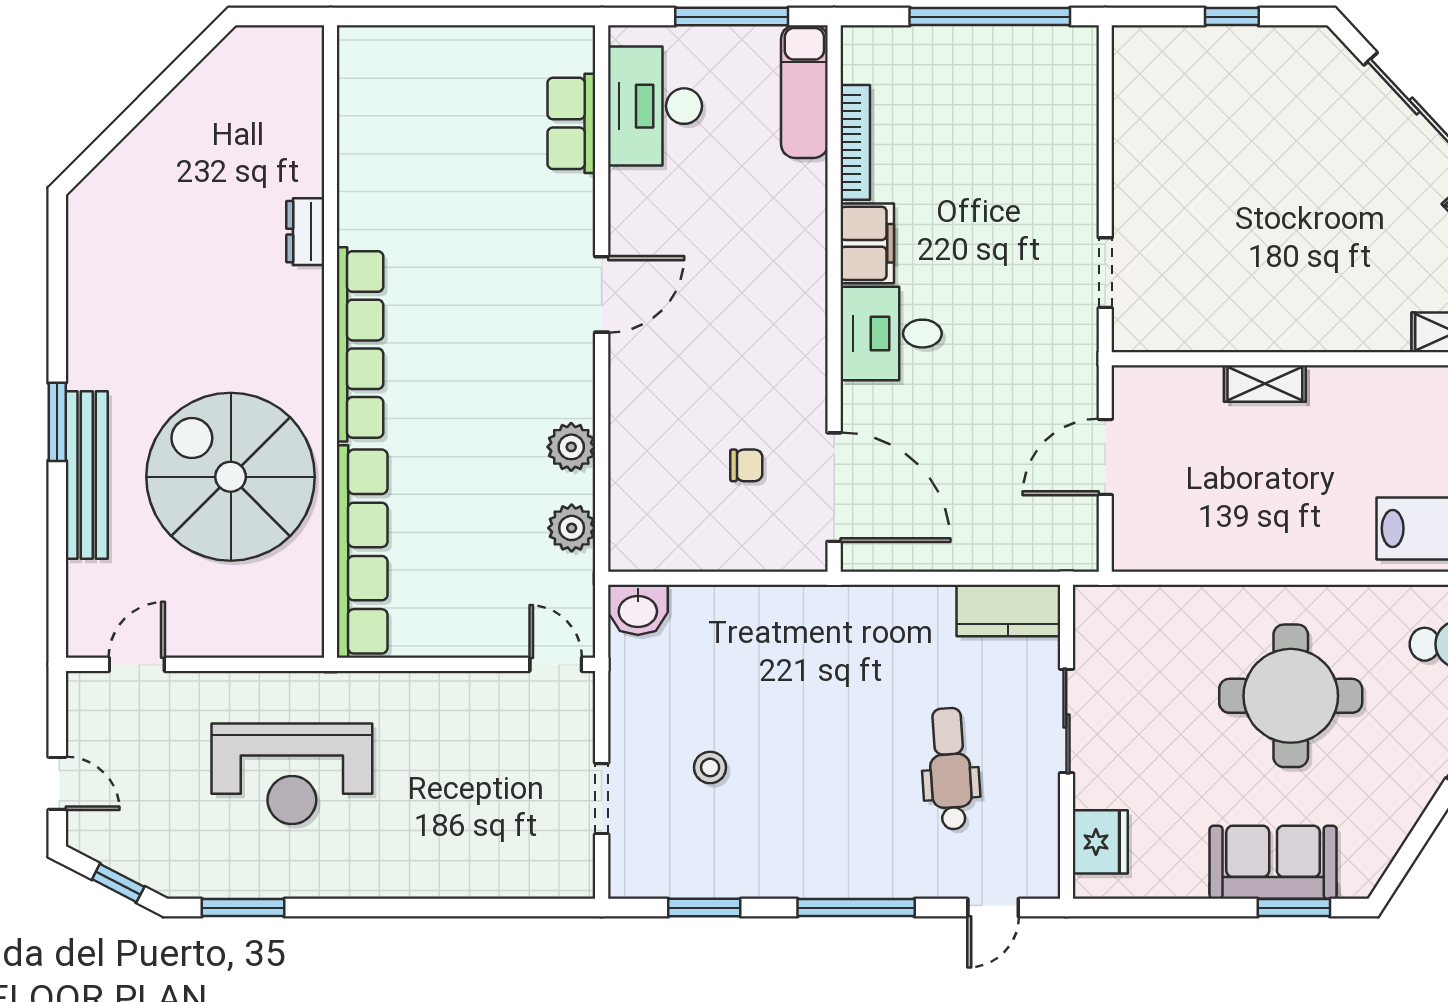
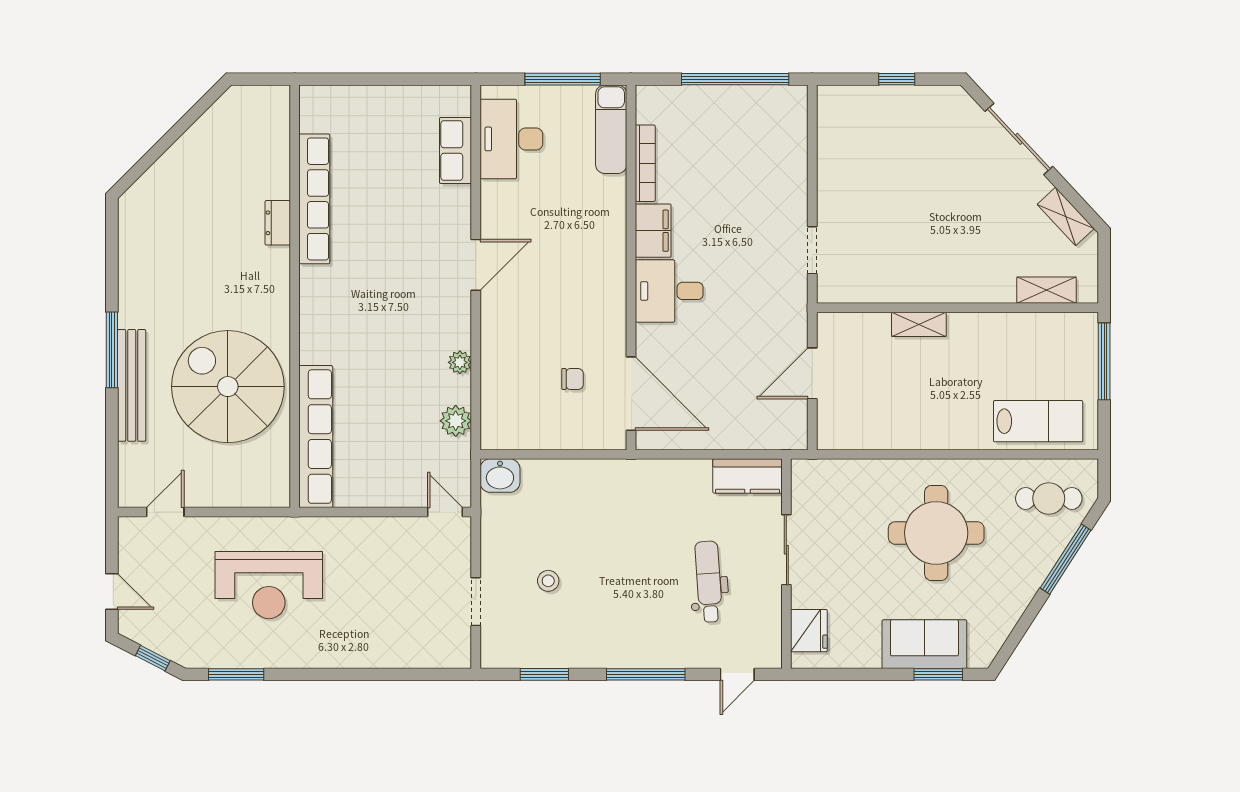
row of seats: (360, 344) -> (314, 199), moved
window: (57, 422) -> (112, 350), width x1.44
plant: (571, 447) -> (460, 362), width x0.73, depth x0.73

